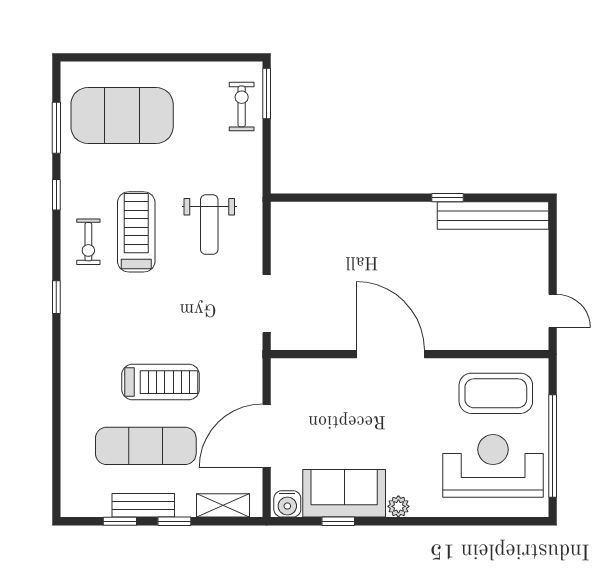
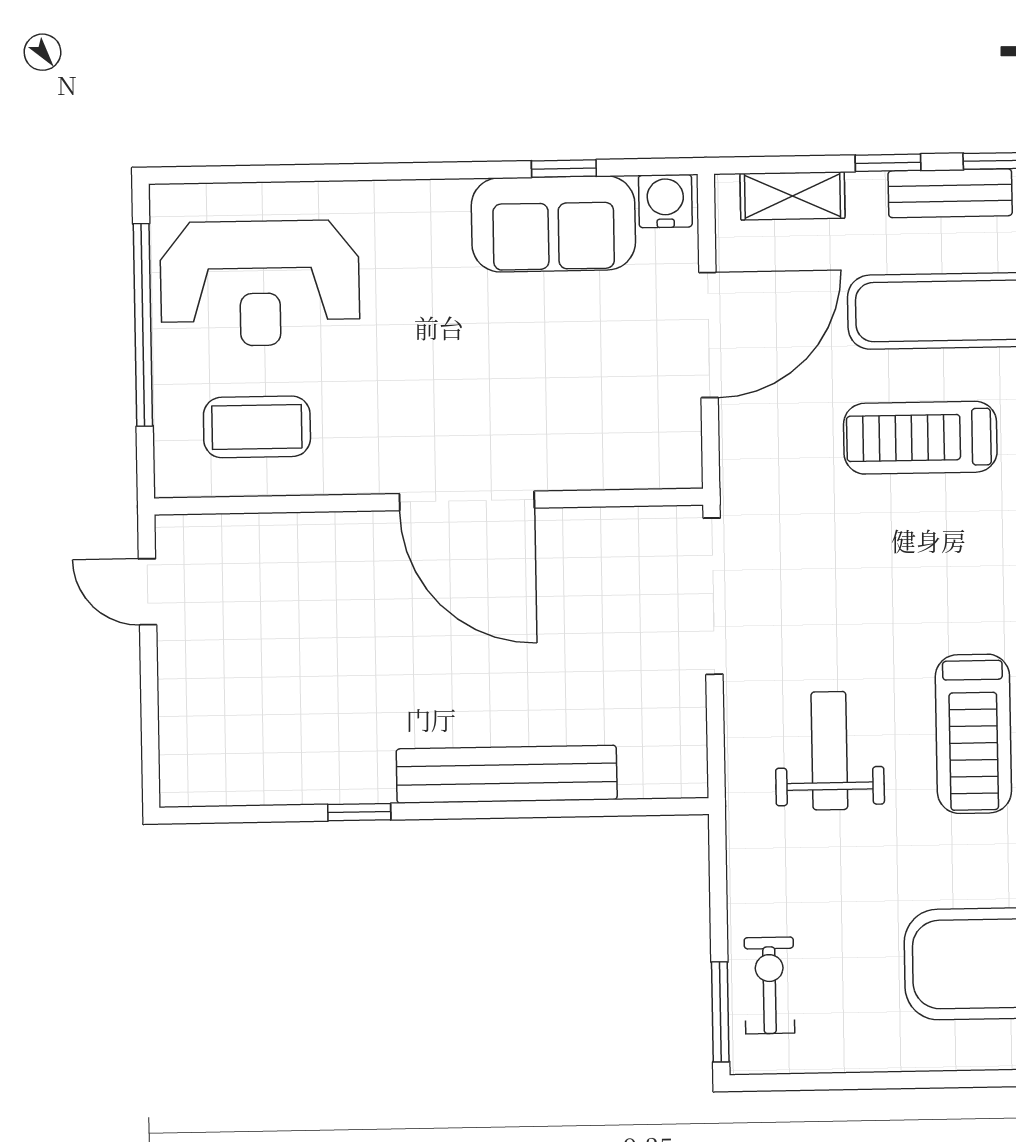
exercise bike: (242, 106) -> (769, 985), turned 180
bench: (493, 216) -> (507, 774), moved
doorway: (267, 304) -> (713, 596), width x1.36
coffee table: (496, 393) -> (257, 427), width x0.73, depth x0.76
plant: (398, 506) -> (446, 200), removed

